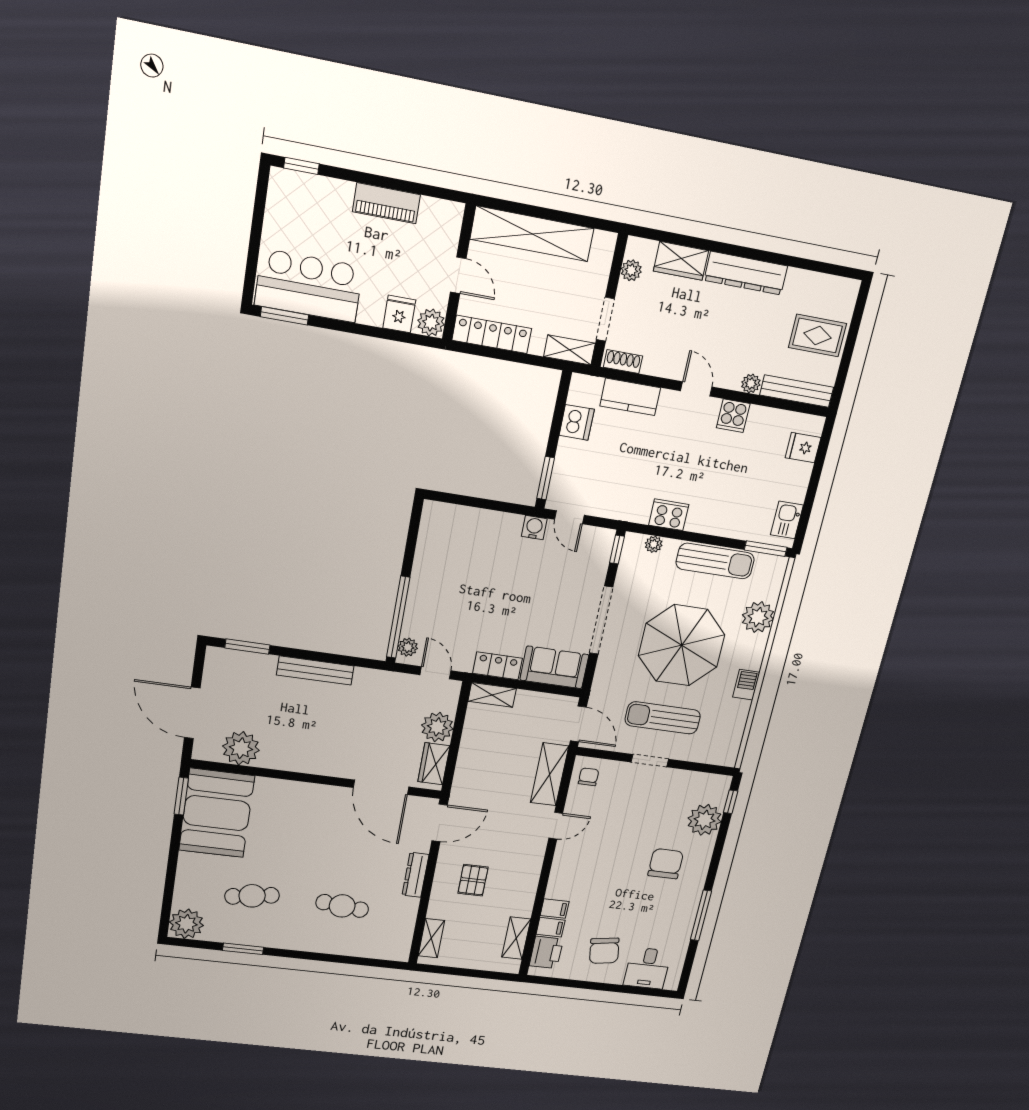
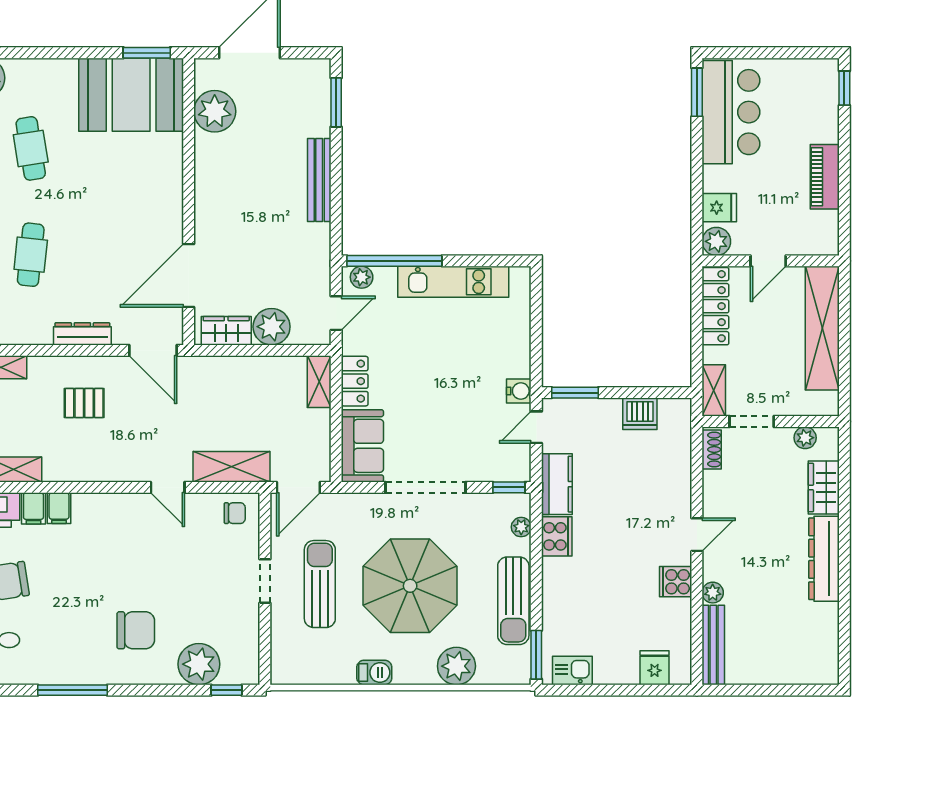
rug: (817, 335) -> (775, 652), removed
kitchen counter: (630, 397) -> (557, 484), moved, turned 180
kitchen unit: (426, 570) -> (453, 282), added

